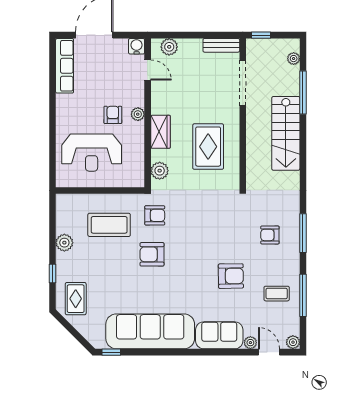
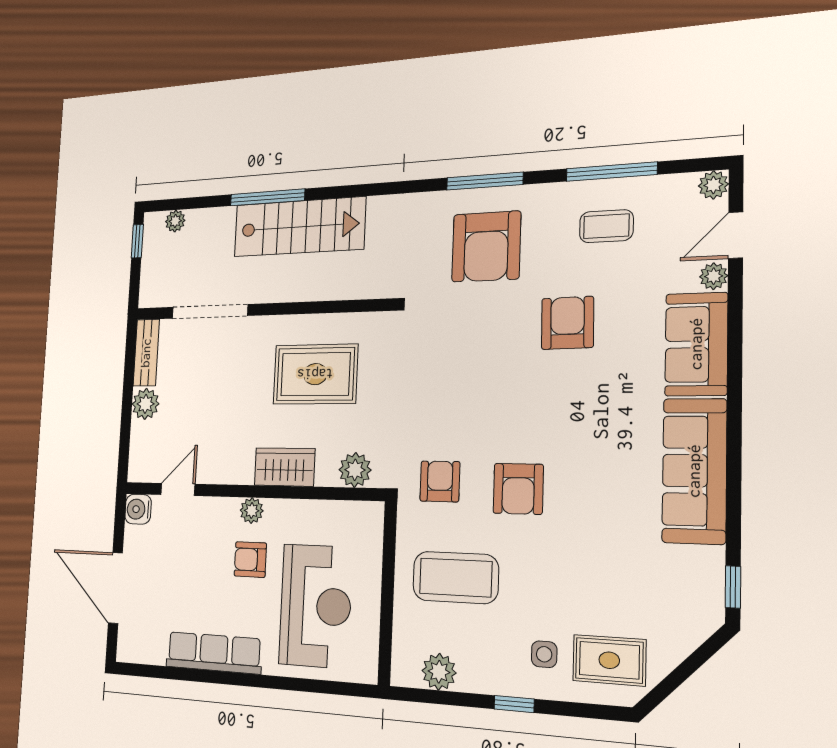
window: (261, 35) -> (137, 241), moved
plant: (169, 47) -> (146, 404), moved
row of seats: (65, 66) -> (214, 653), moved
window: (303, 93) -> (267, 197), moved
coffee table: (109, 225) -> (456, 578), turned 90
armchair: (270, 235) -> (486, 247), width x1.88, depth x1.88
plant: (64, 243) -> (439, 672), moved
side table: (76, 269) -> (544, 654), added
window: (53, 273) -> (514, 704), moved
coffee table: (277, 294) -> (606, 226), turned 90
sofa: (150, 331) -> (694, 471), width x0.74, depth x0.79

